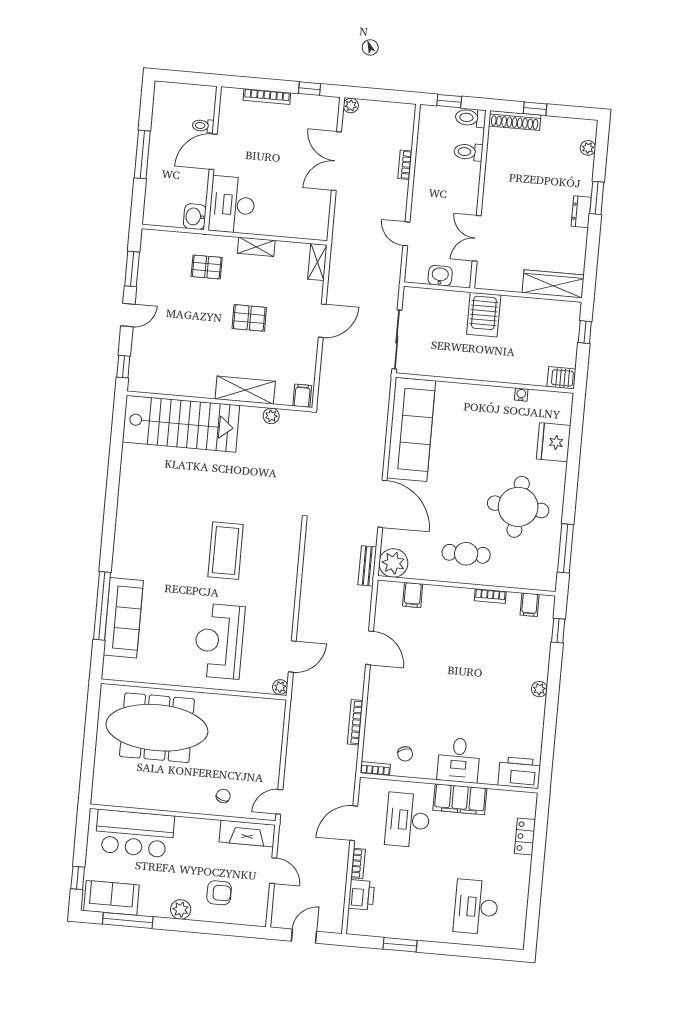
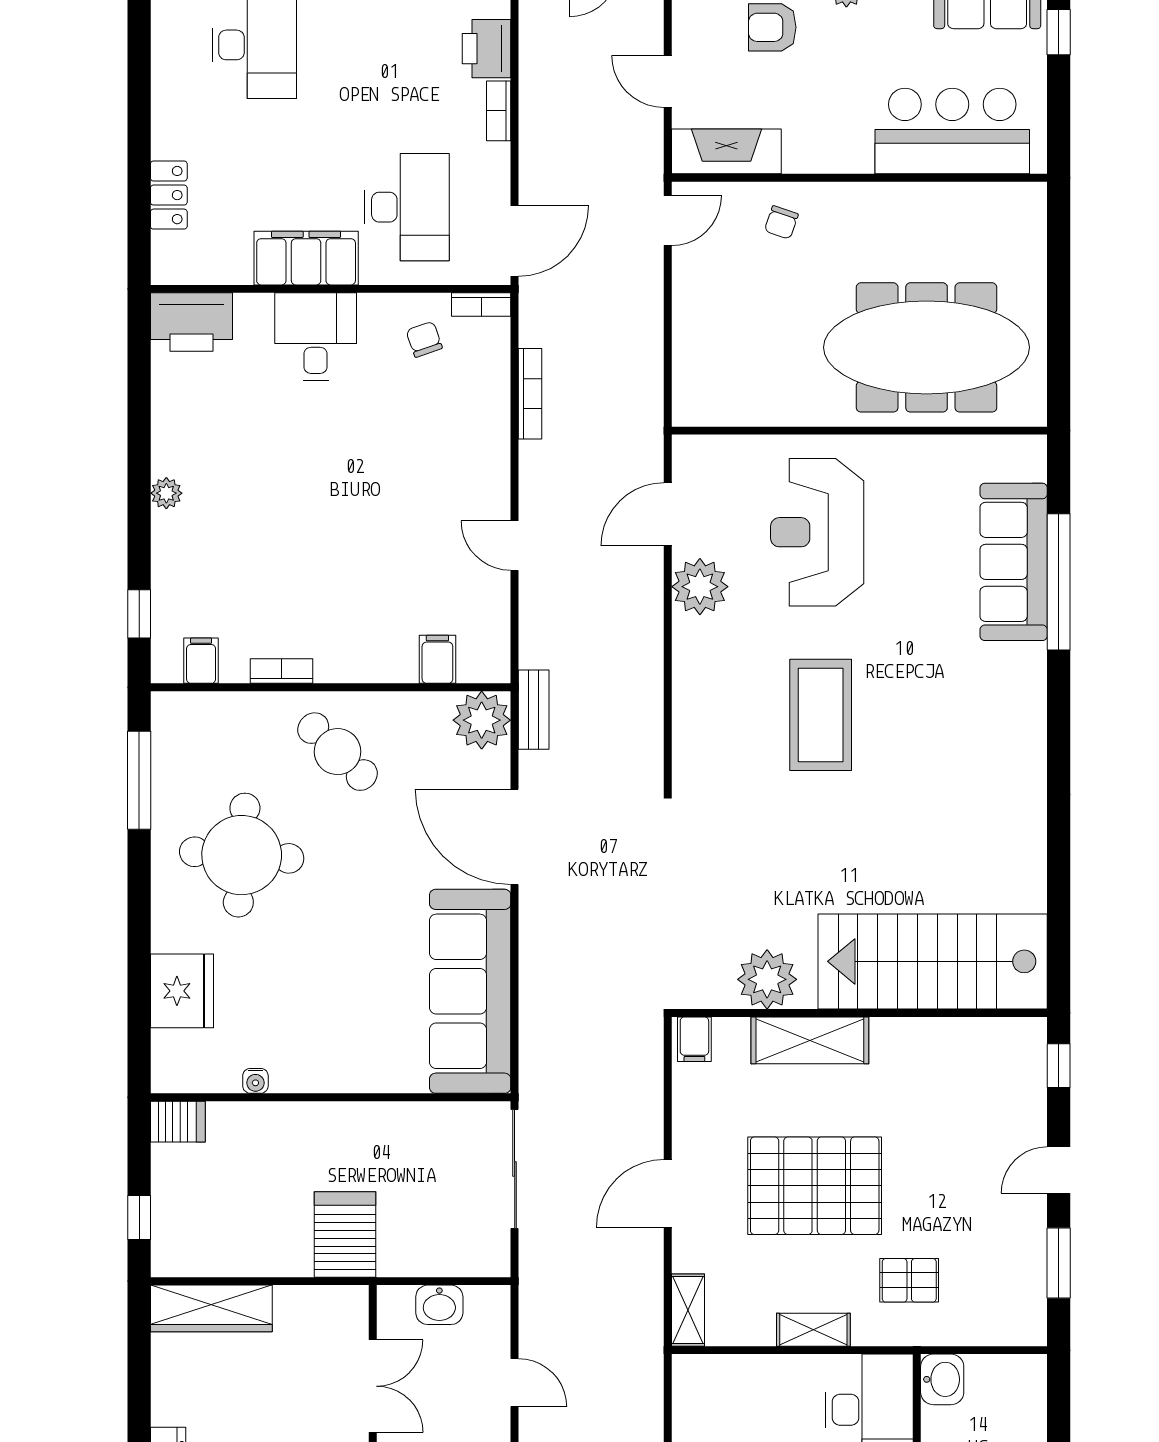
pallet: (249, 318) -> (815, 1186), width x2.05, depth x2.00
plant: (271, 416) -> (767, 979), width x1.87, depth x1.87
cafe table: (466, 554) -> (337, 752), turned 44
reception desk: (219, 641) -> (817, 532), turned 180
door: (369, 648) -> (515, 546), width x0.73
plant: (280, 687) -> (700, 587), moved, width x1.88, depth x1.88
door: (354, 823) -> (515, 241), moved

